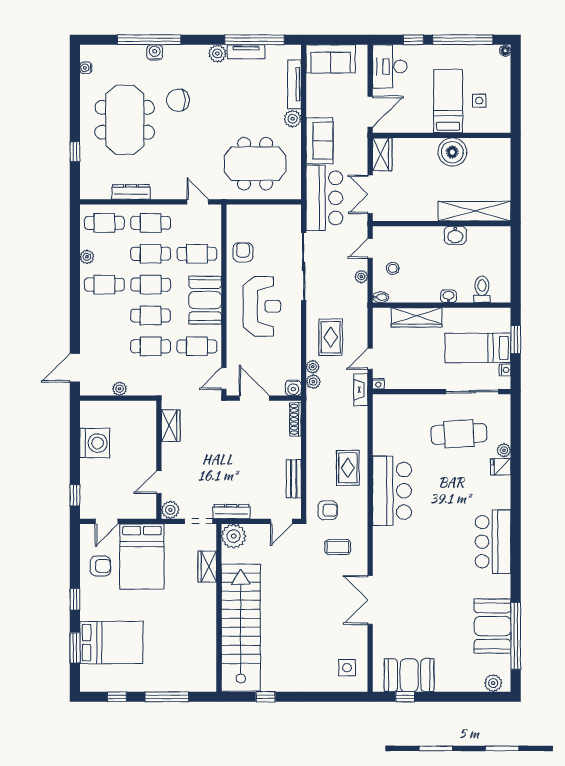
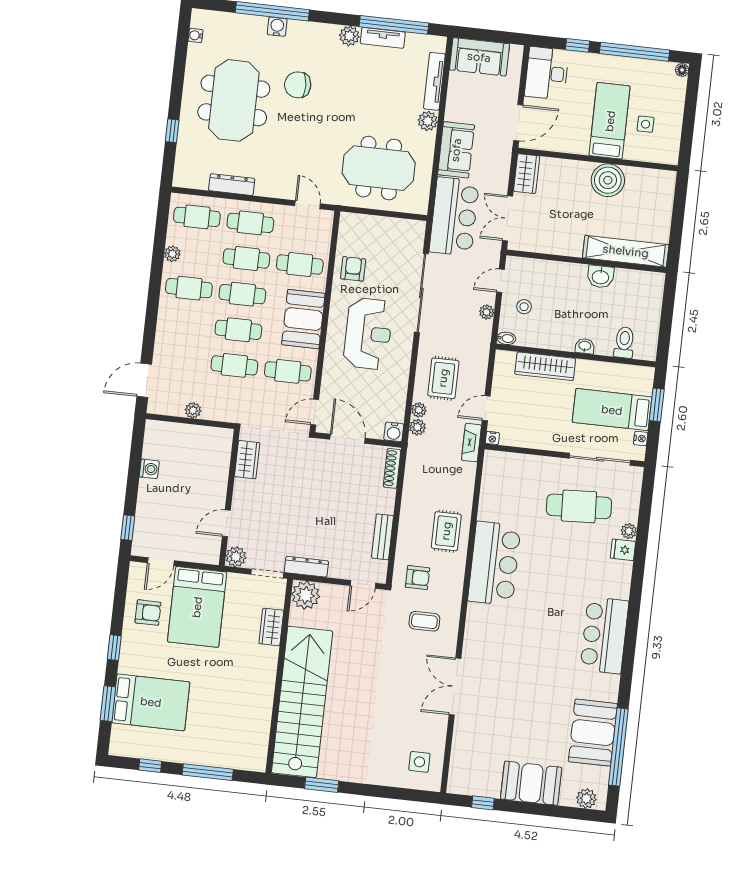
washing machine: (95, 443) -> (149, 469), width x0.53, depth x0.53
booth: (409, 675) -> (531, 783), moved
window: (265, 697) -> (322, 785), width x1.50

